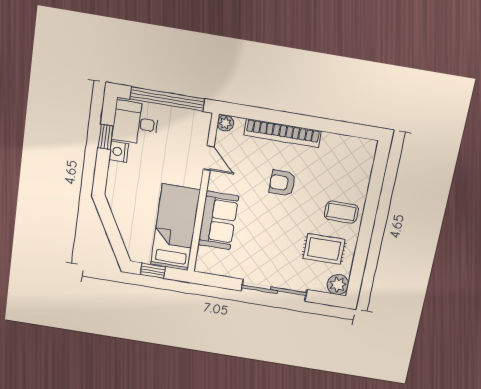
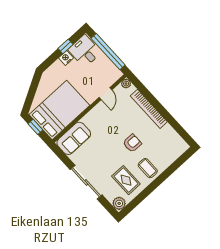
armchair: (282, 183) -> (132, 143), moved, turned 90
sofa: (218, 220) -> (74, 138), moved
bed: (175, 228) -> (59, 110), width x1.50

